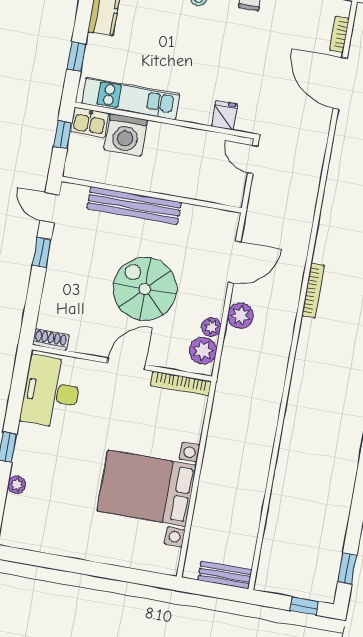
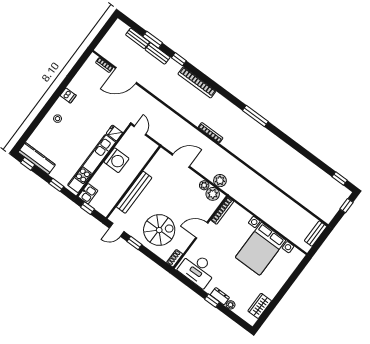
kitchen unit: (131, 99) -> (92, 164), width x1.36
washing machine: (126, 135) -> (116, 160), moved
door: (253, 159) -> (140, 130), swing flipped
door: (235, 262) -> (181, 161), hinge flipped
spiral stairs: (145, 289) -> (159, 230), moved, turned 180
plant: (240, 316) -> (220, 181), moved
door: (126, 364) -> (202, 230), hinge flipped
dresser: (23, 457) -> (220, 296), added
wardrobe: (41, 539) -> (260, 306), added

